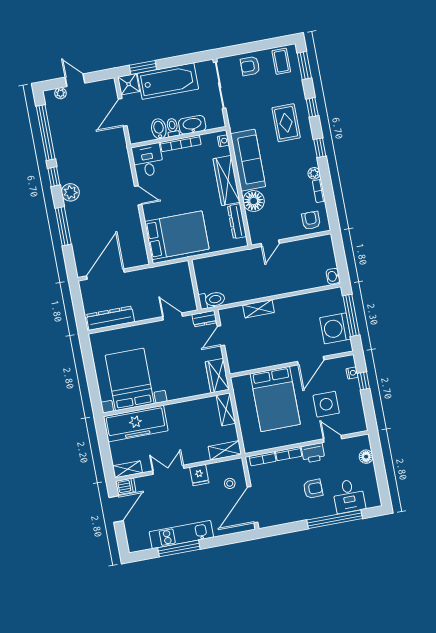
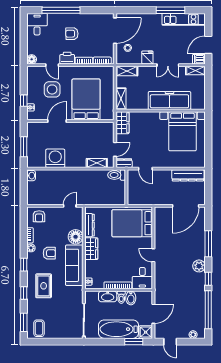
armchair: (250, 66) -> (49, 253), moved
door: (75, 80) -> (170, 342), moved
wardrobe: (227, 180) -> (91, 249), width x0.67
shelving: (259, 309) -> (97, 163), moved
window: (351, 315) -> (24, 147), width x0.69
washing machine: (335, 328) -> (55, 158), moved, turned -90
freezer: (136, 424) -> (169, 101), moved
floor lamp: (366, 457) -> (32, 59), moved
desk: (349, 496) -> (37, 24), moved
kitchen unit: (181, 534) -> (184, 19), moved

